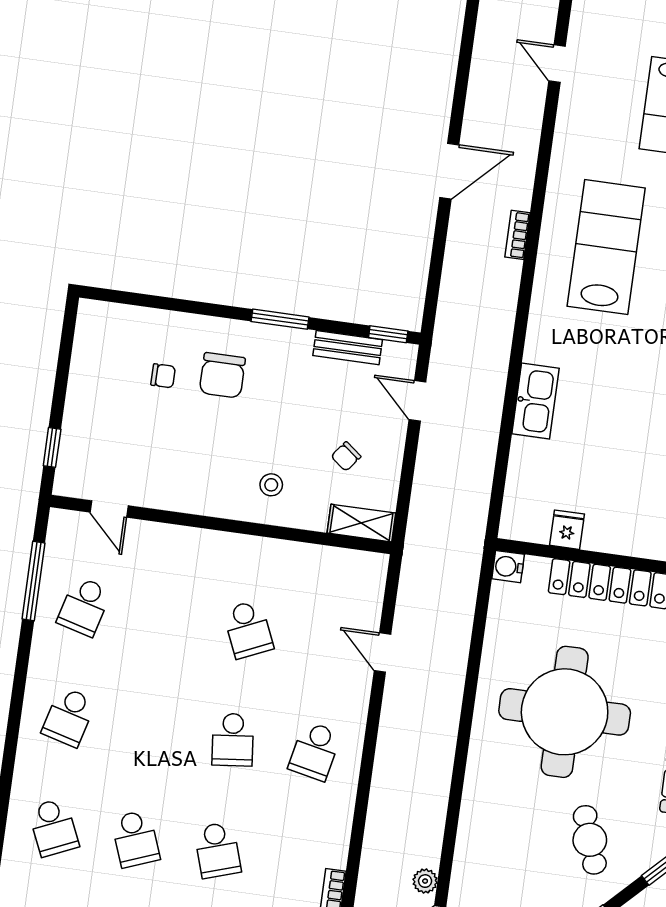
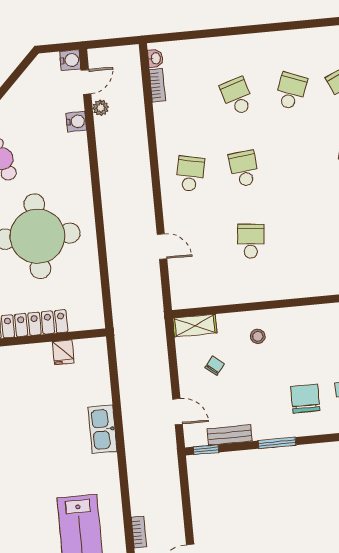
water cooler: (508, 567) -> (76, 122), moved
school desk: (248, 629) -> (251, 241), turned 30
school desk: (135, 839) -> (291, 91), turned 42

